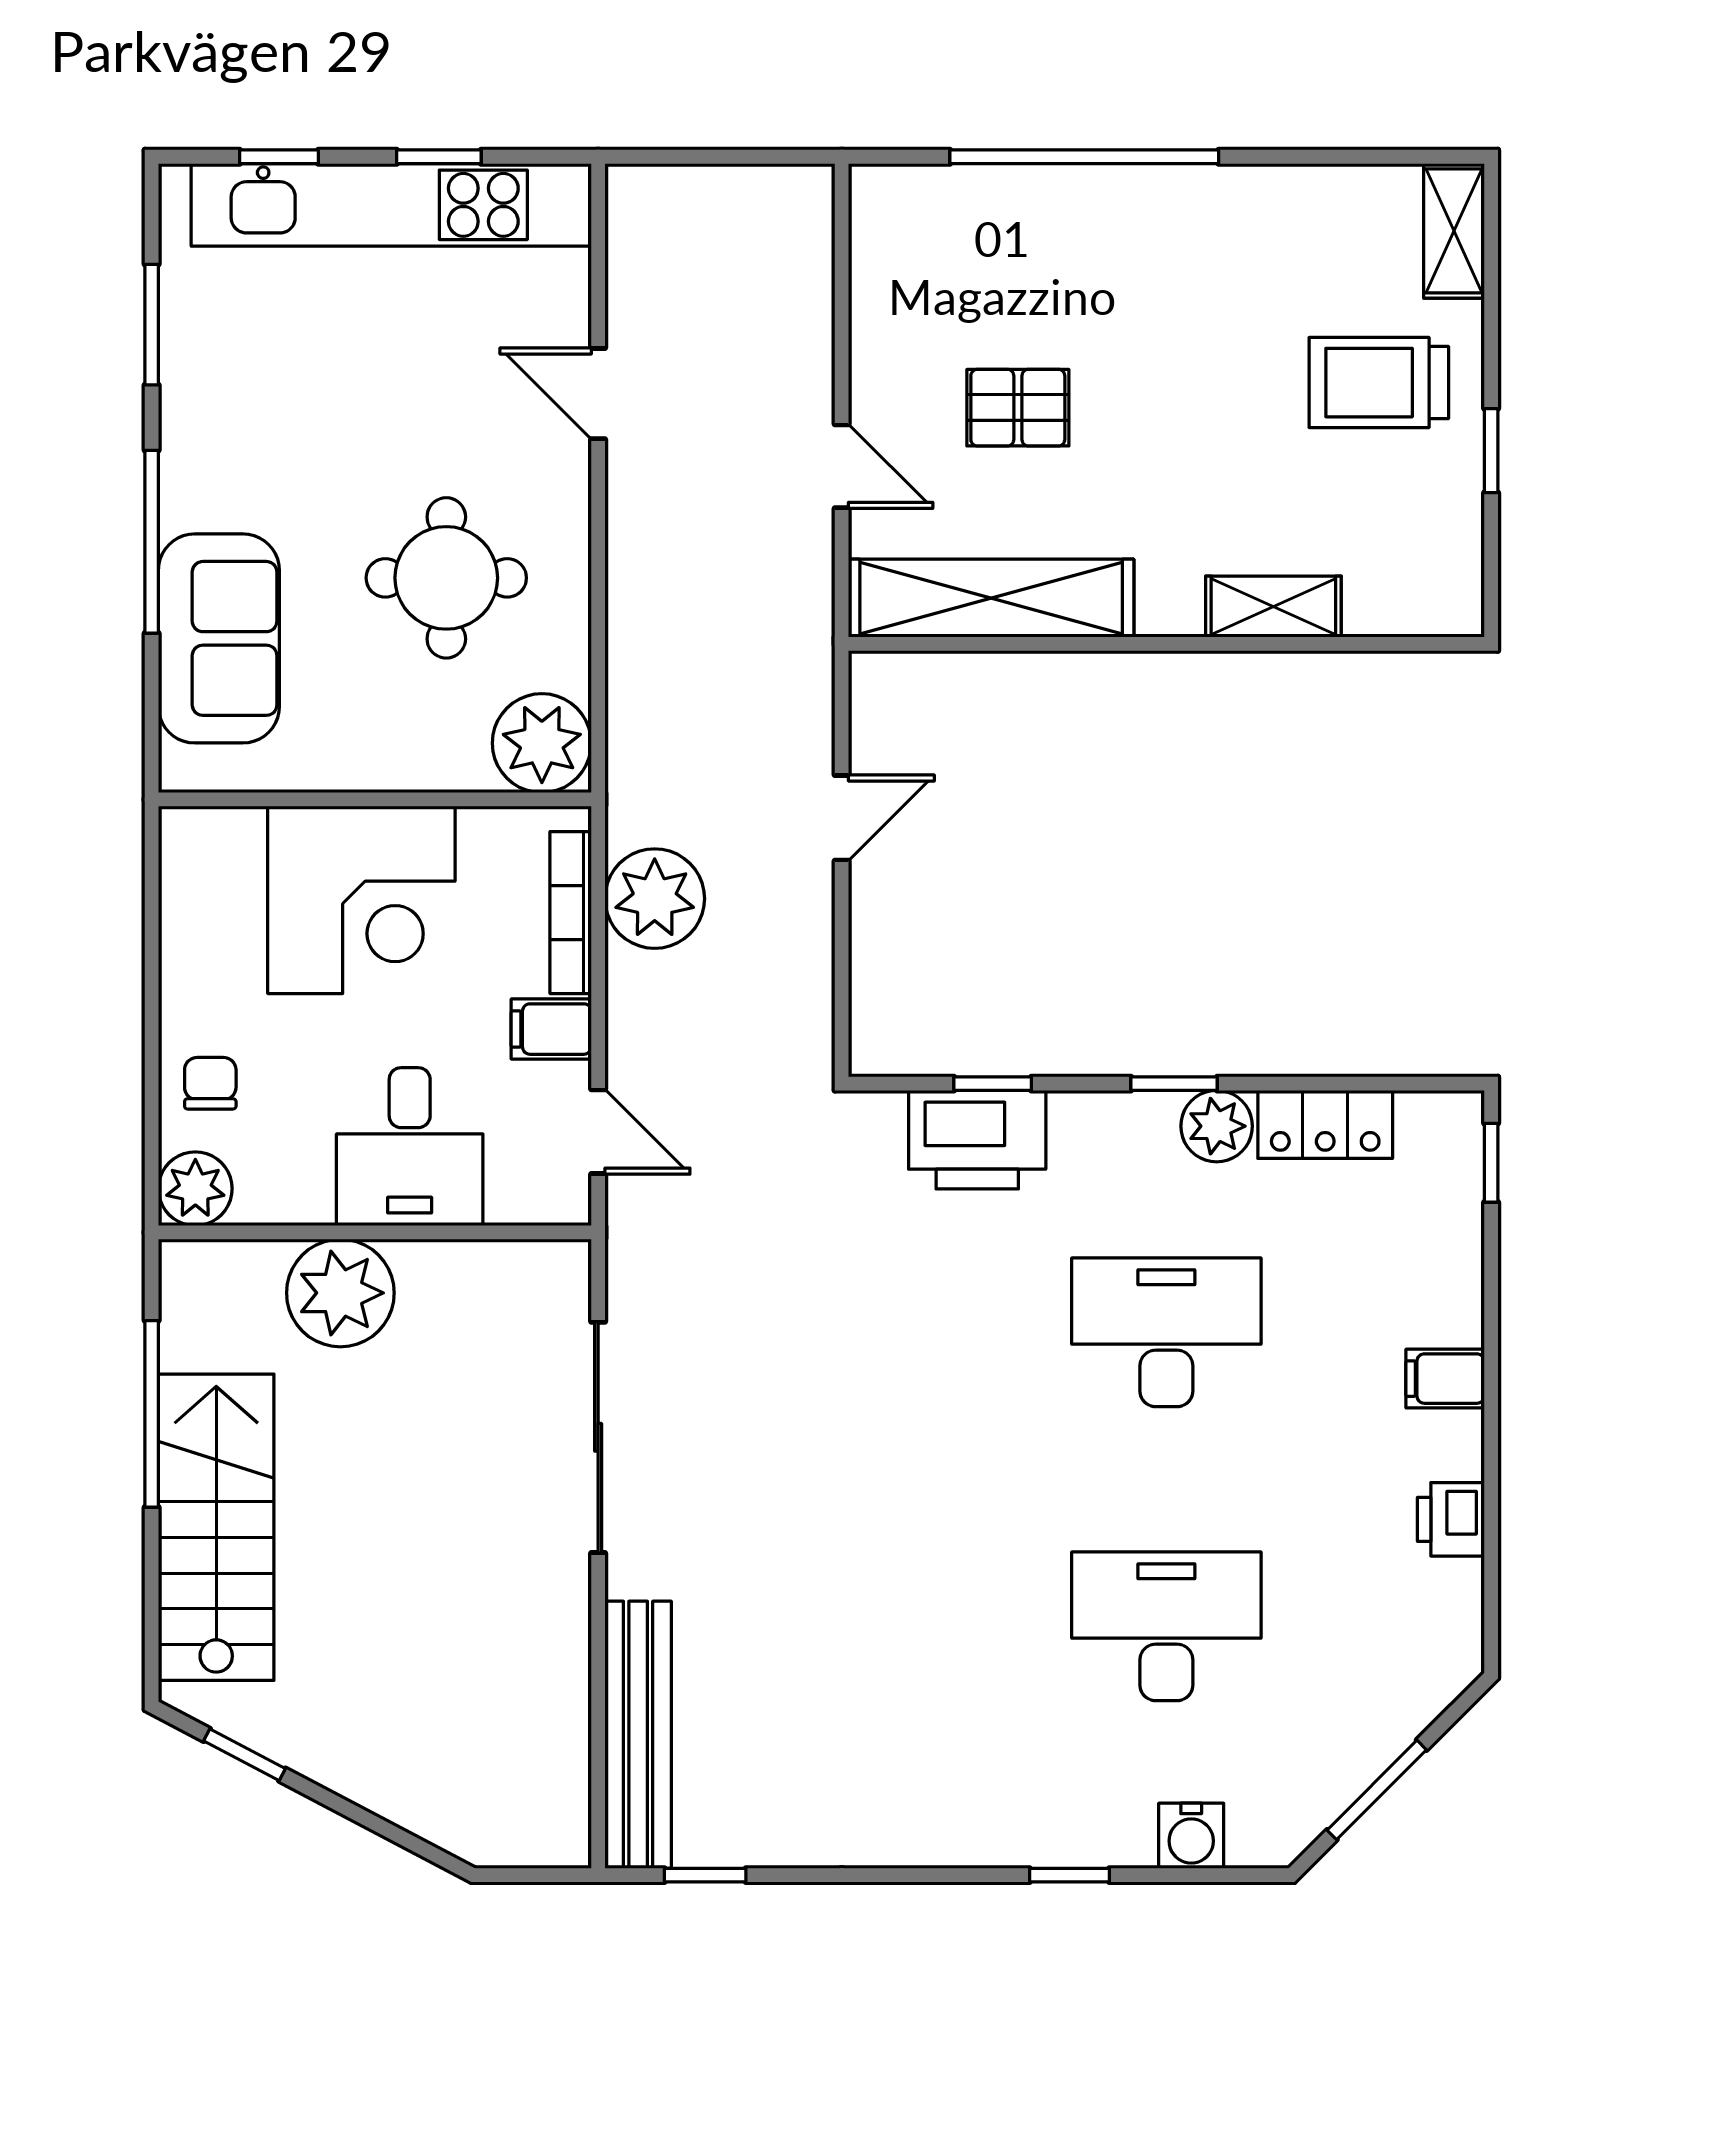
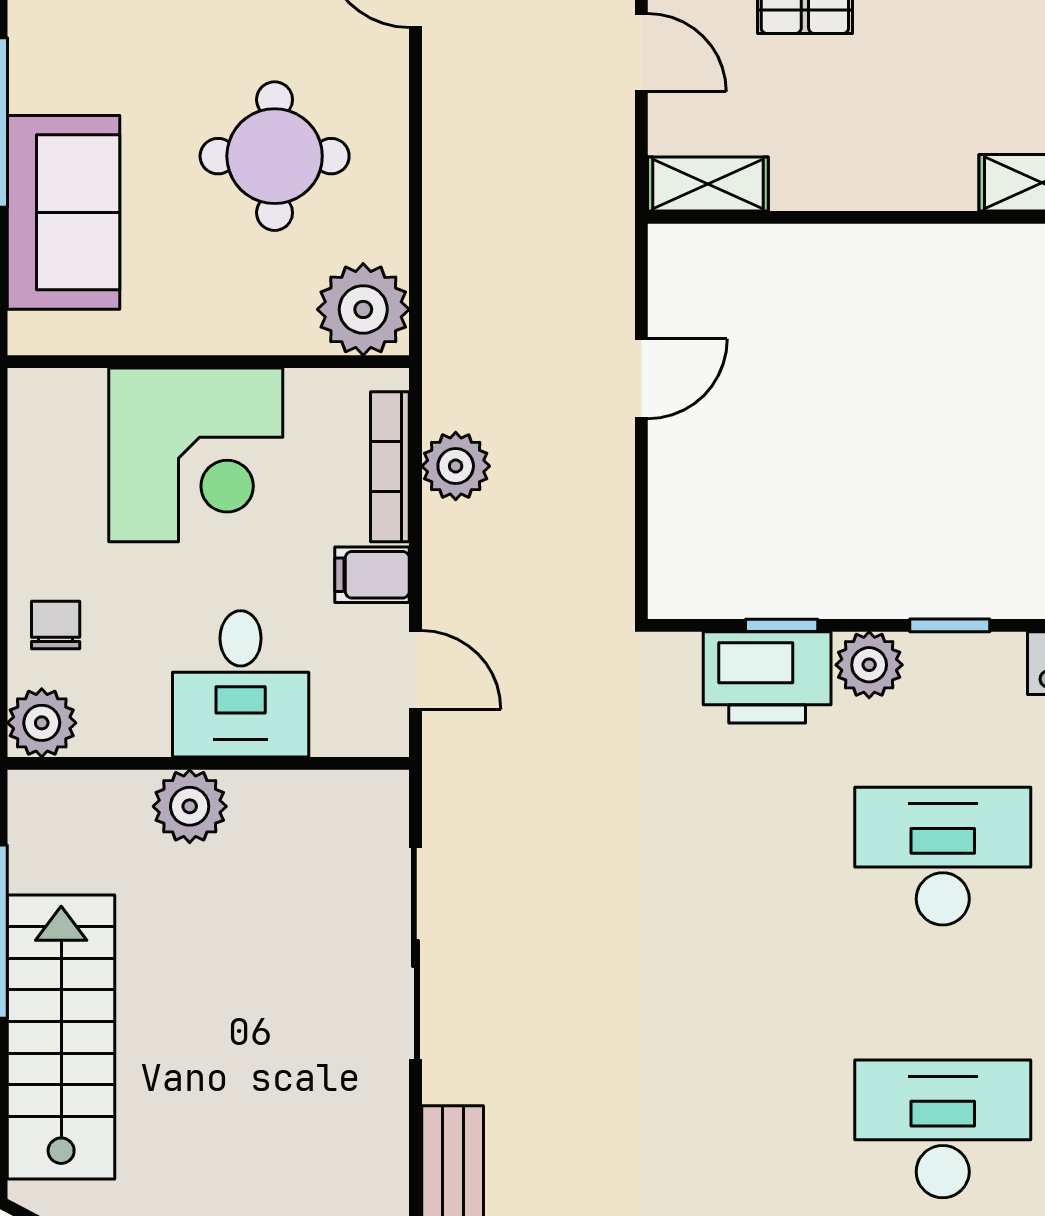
shelving: (991, 598) -> (708, 184), width x0.45, depth x0.75
plant: (655, 899) -> (456, 466), width x0.73, depth x0.73
plant: (1217, 1126) -> (869, 665), moved
plant: (340, 1293) -> (190, 806), width x0.73, depth x0.73

